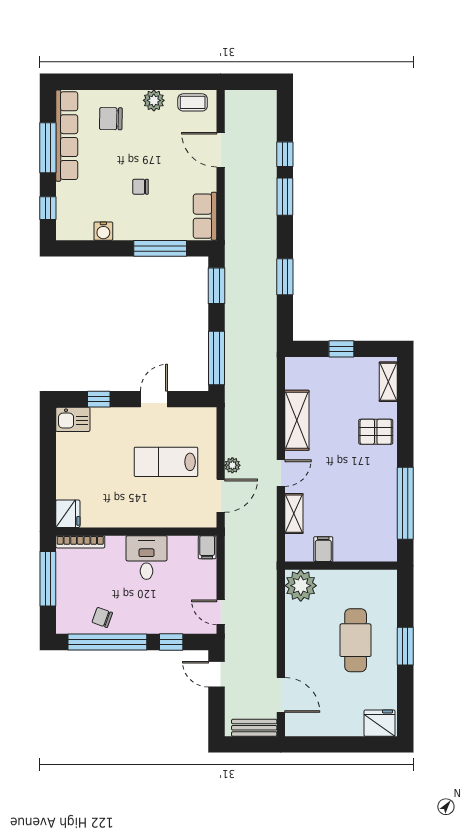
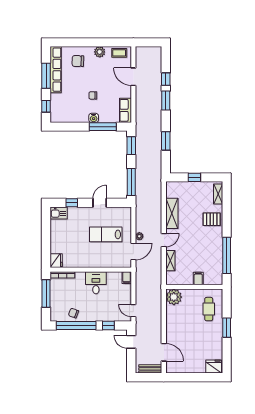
water cooler: (103, 231) -> (94, 118), moved
filing cabinet: (323, 549) -> (198, 279), moved
cafe table: (356, 640) -> (209, 309), moved, width x0.73, depth x0.74

